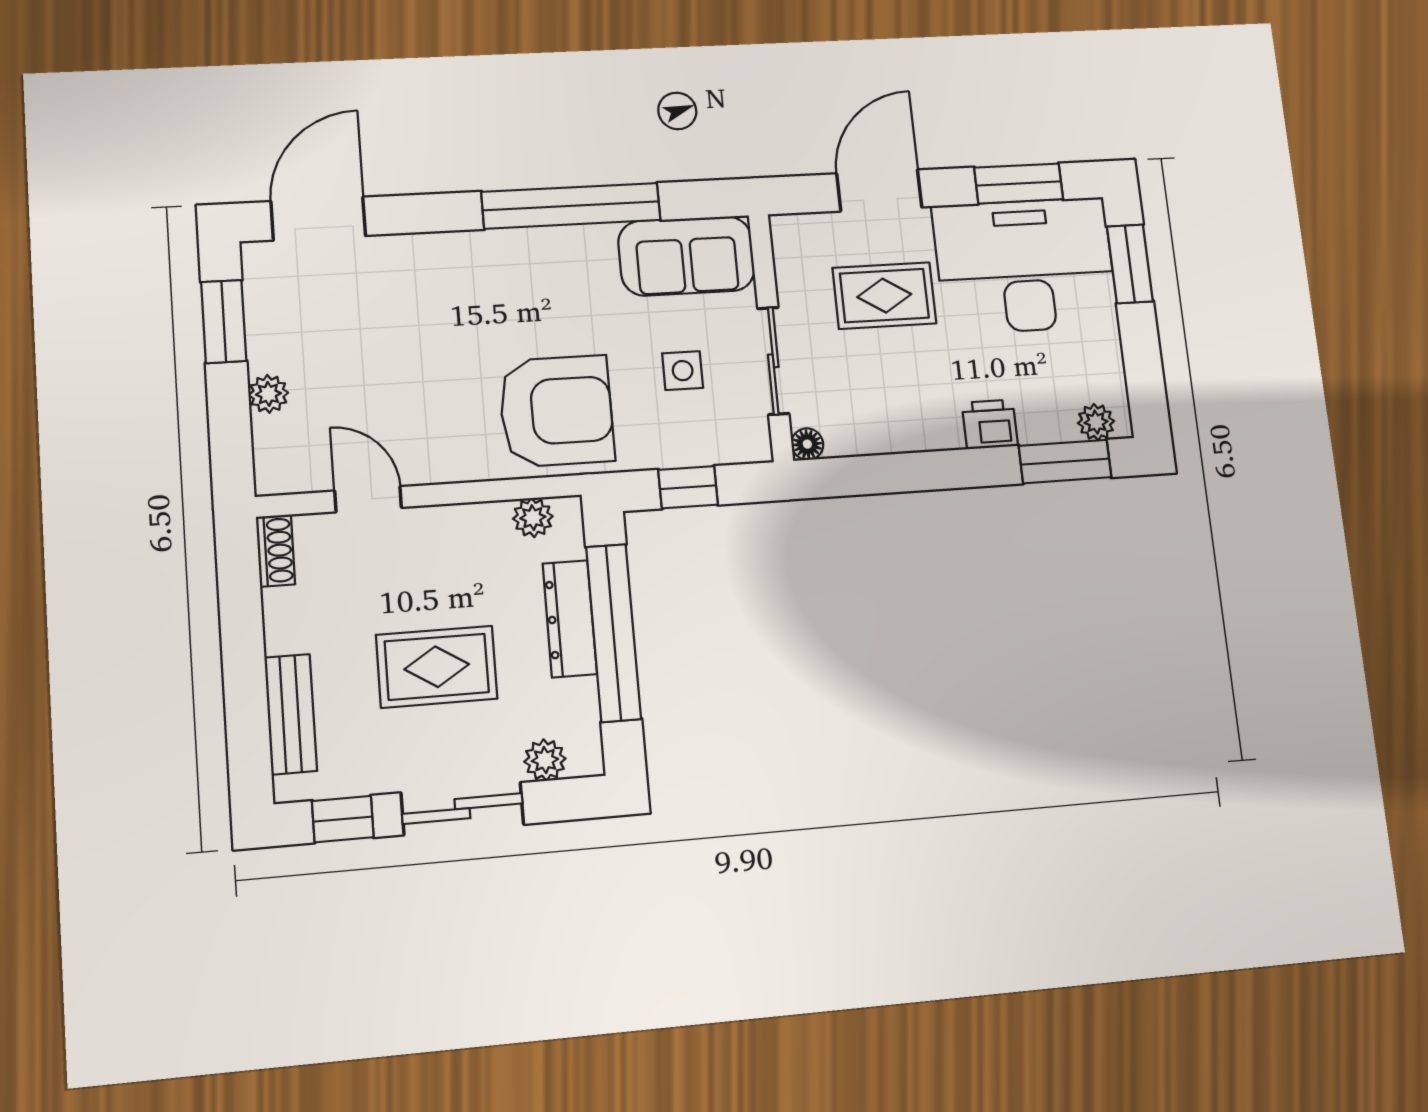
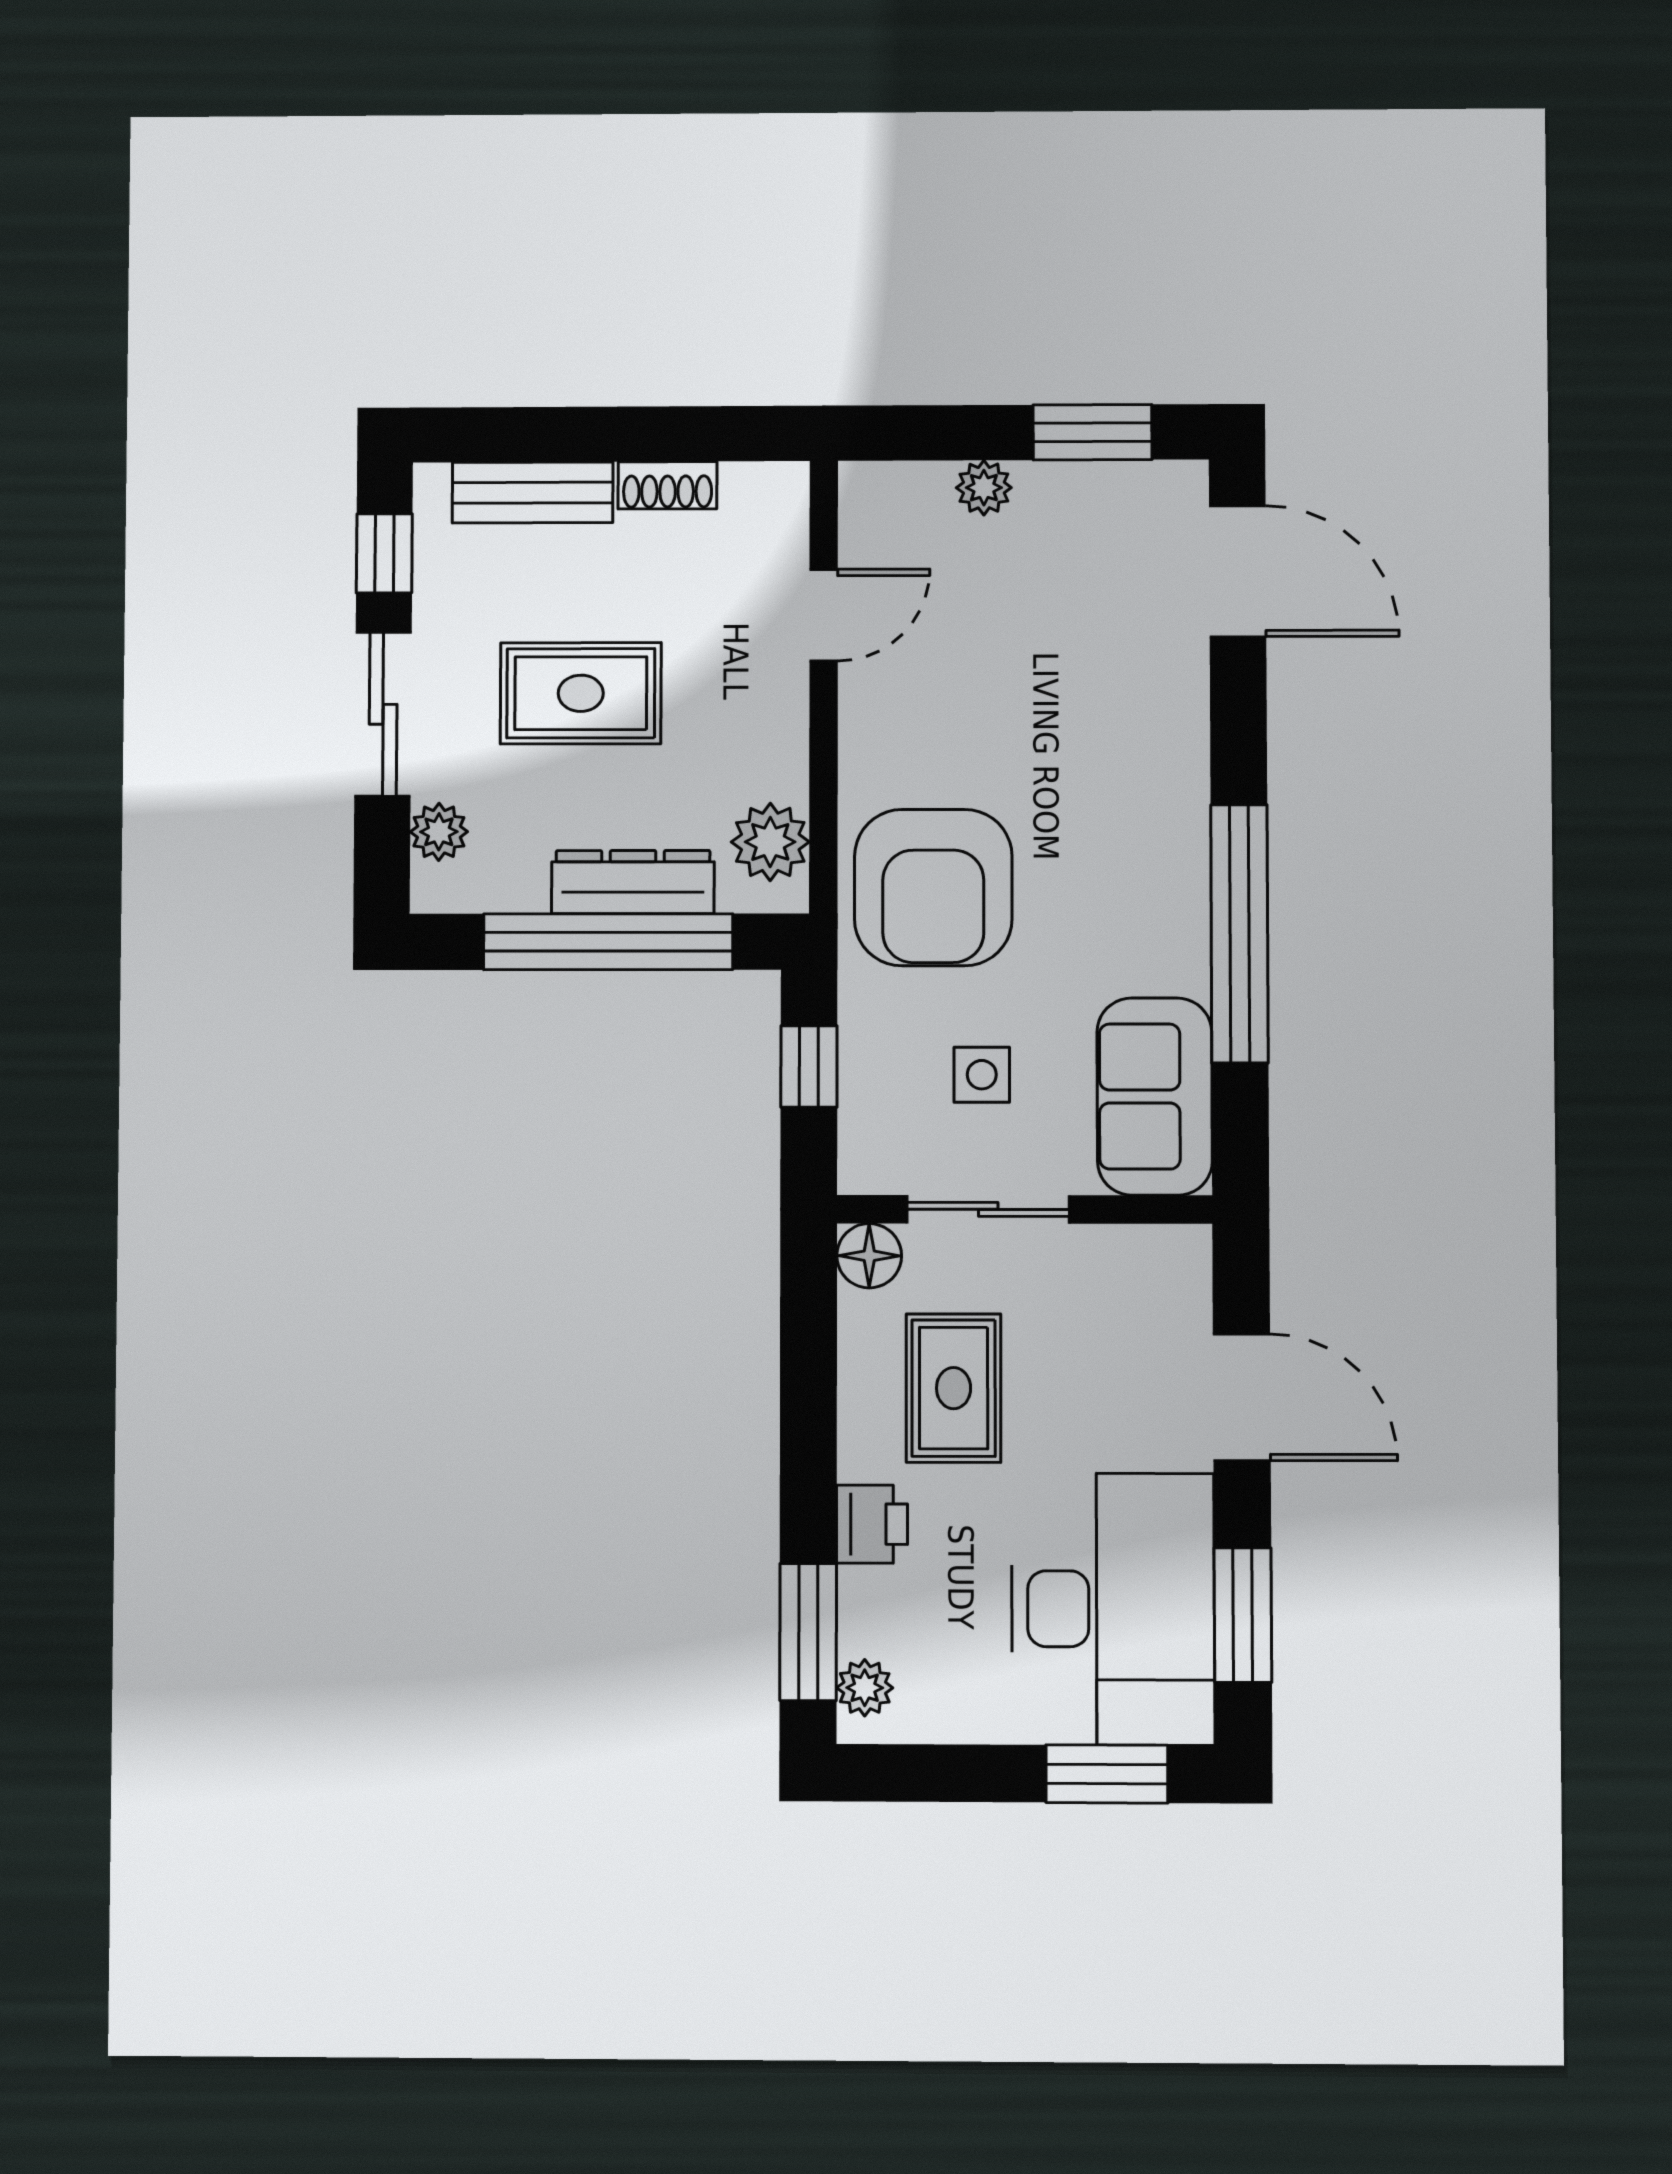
rug: (884, 296) -> (954, 1388), moved
floor lamp: (807, 444) -> (869, 1256), width x1.37, depth x1.37
plant: (533, 518) -> (770, 842), width x1.38, depth x1.38
shoe rack: (275, 550) -> (668, 485), moved
rug: (437, 667) -> (581, 693), turned 90

